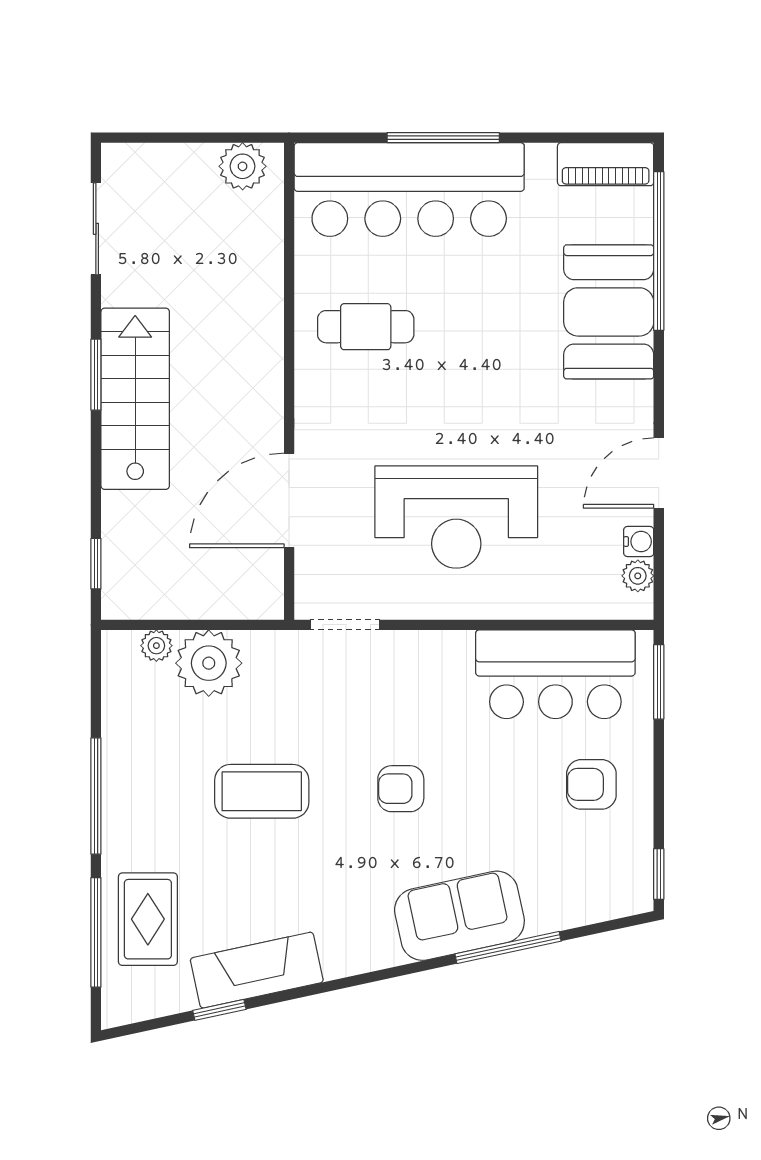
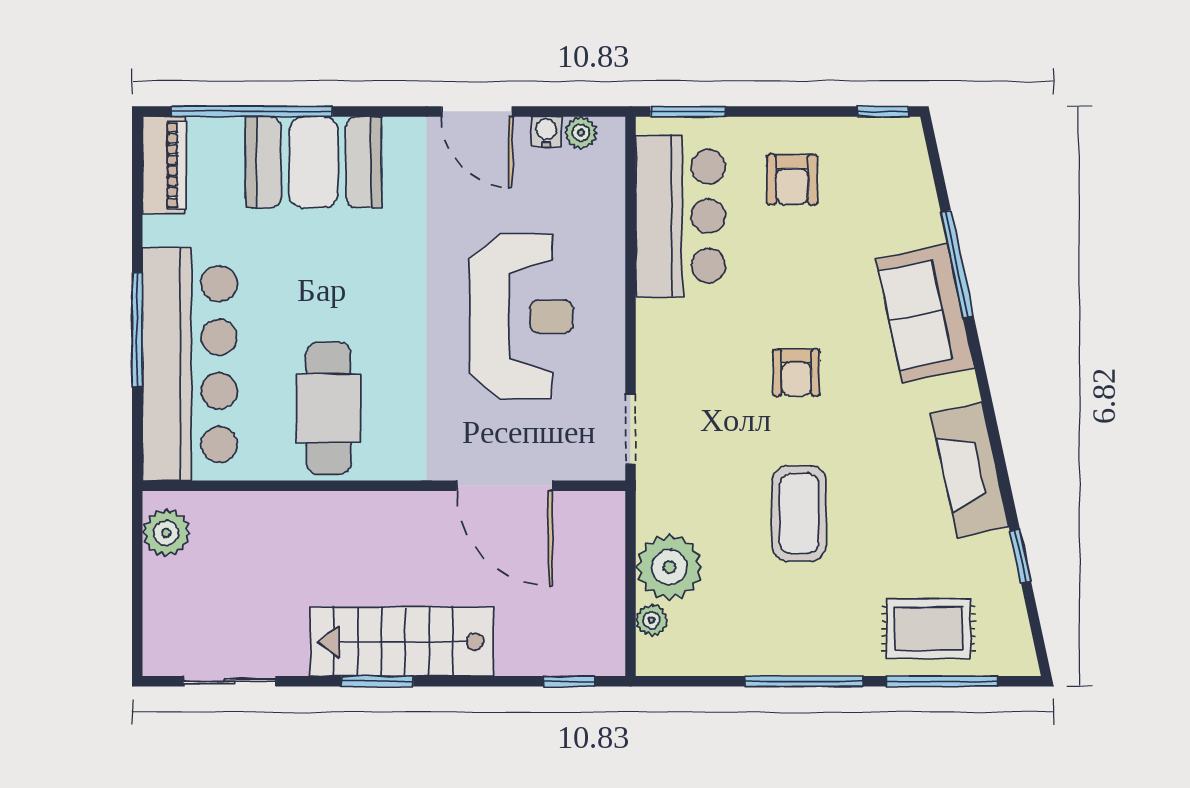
cafe table: (366, 327) -> (329, 408), width x1.37, depth x1.35
fireplace: (257, 970) -> (970, 470), moved

